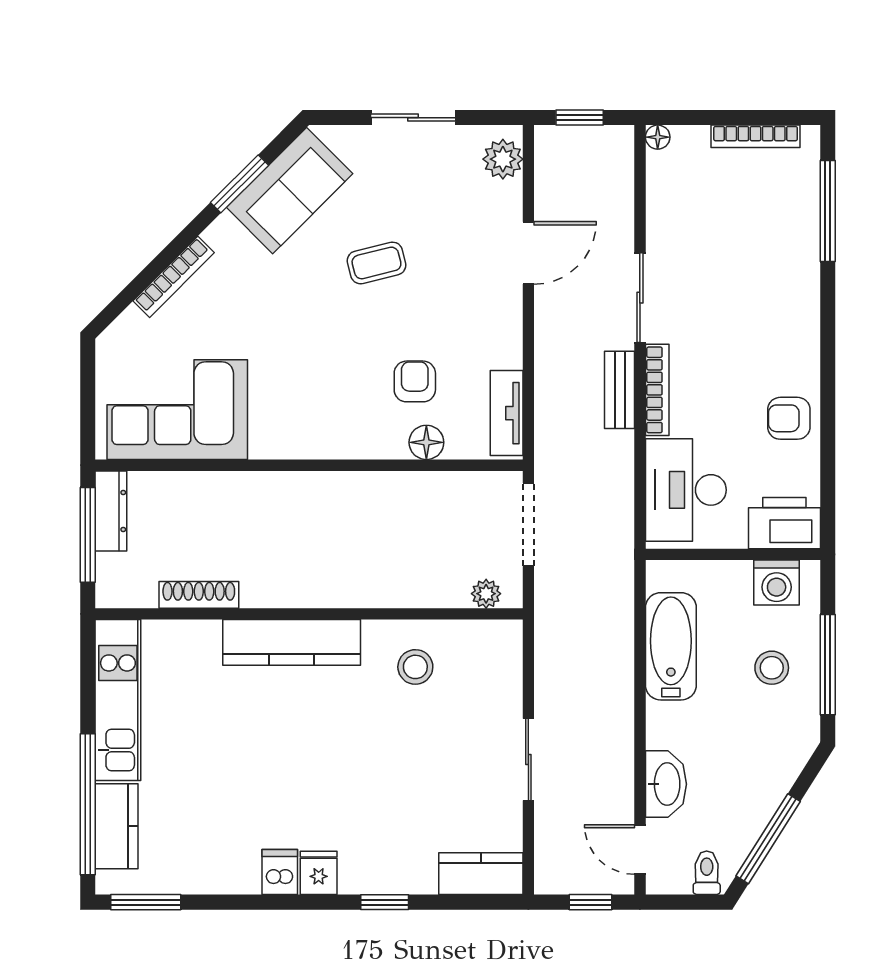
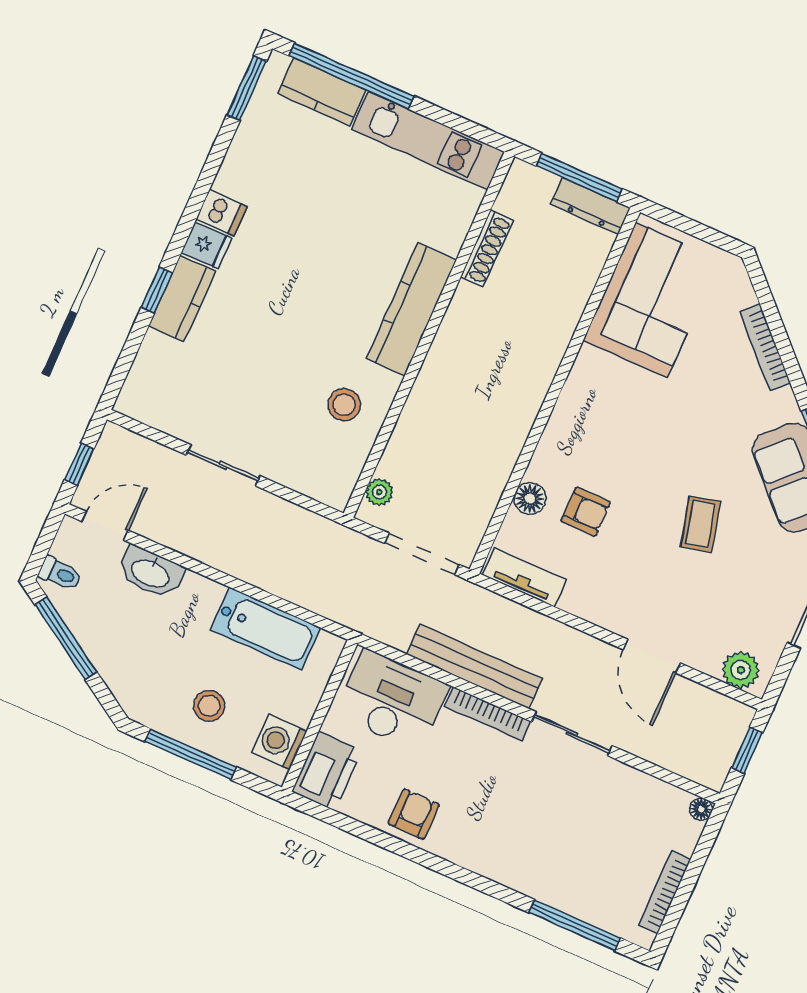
bench: (620, 390) -> (474, 666), width x1.86, depth x1.21
kitchen counter: (481, 874) -> (182, 299), moved

